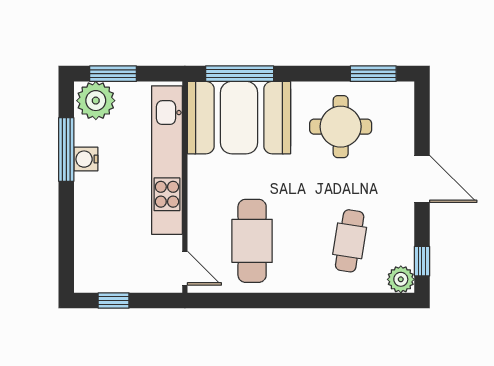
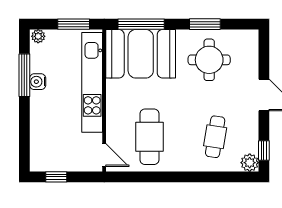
window: (113, 74) -> (74, 24), moved
window: (373, 74) -> (205, 24), moved
plant: (96, 101) -> (38, 36), width x0.53, depth x0.53

